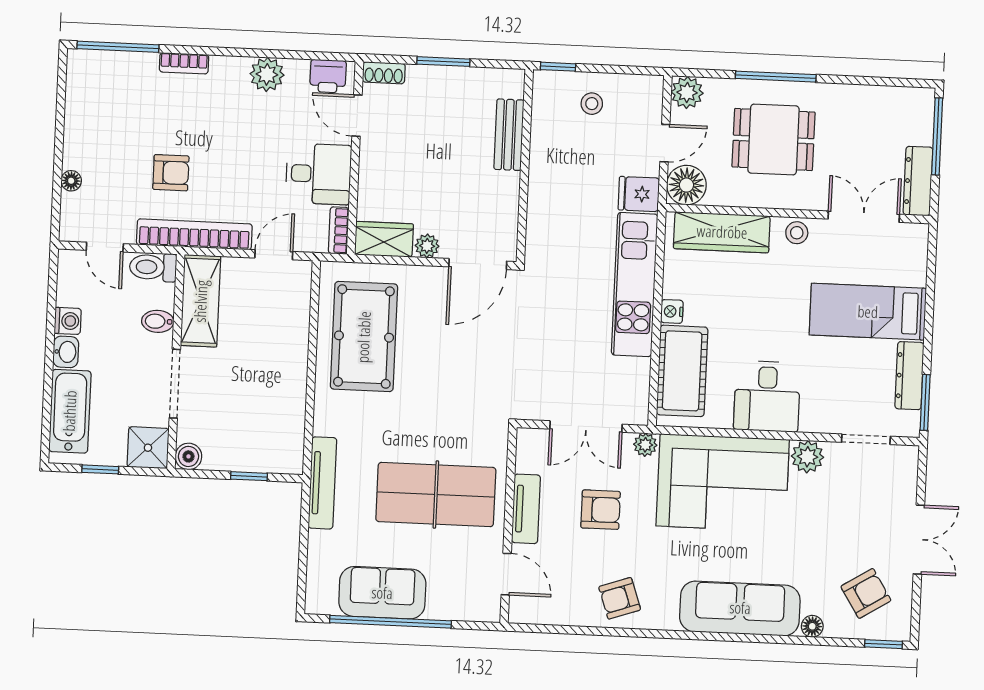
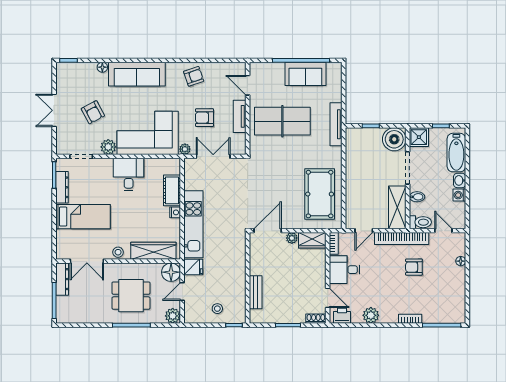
cot: (682, 371) -> (172, 190), width x0.73, depth x0.75
boiler: (188, 456) -> (394, 139), width x1.86, depth x1.86
armchair: (866, 593) -> (93, 112), moved, turned -86

